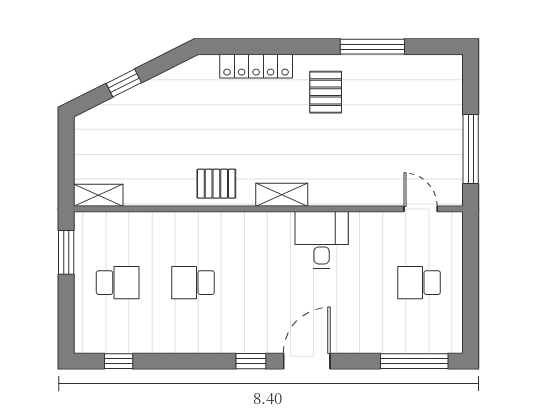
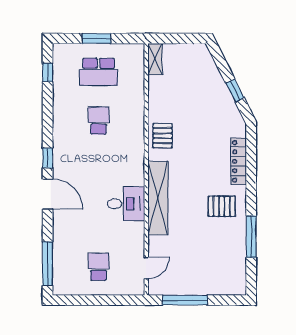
window: (124, 83) -> (235, 90), moved
shelving: (282, 195) -> (158, 198), width x2.20, depth x1.33
window: (66, 252) -> (96, 38), moved
school desk: (118, 283) -> (99, 72), width x1.85

